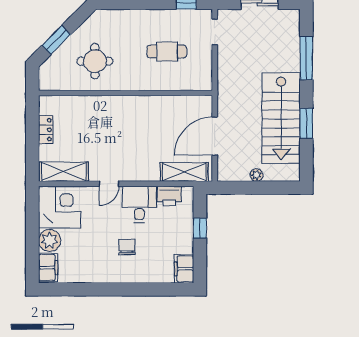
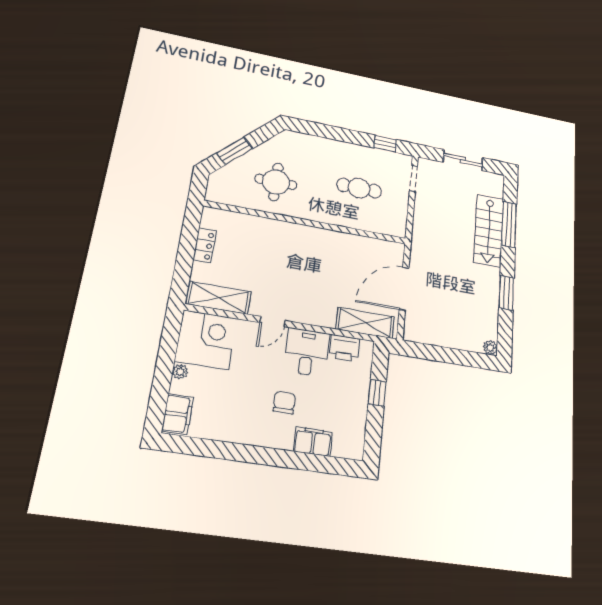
stairs: (281, 118) -> (489, 230), moved, width x0.73, depth x0.66
plant: (256, 175) -> (490, 348), moved
plant: (50, 240) -> (180, 372), width x0.53, depth x0.53
filing cabinet: (184, 269) -> (313, 442), moved, turned 90

